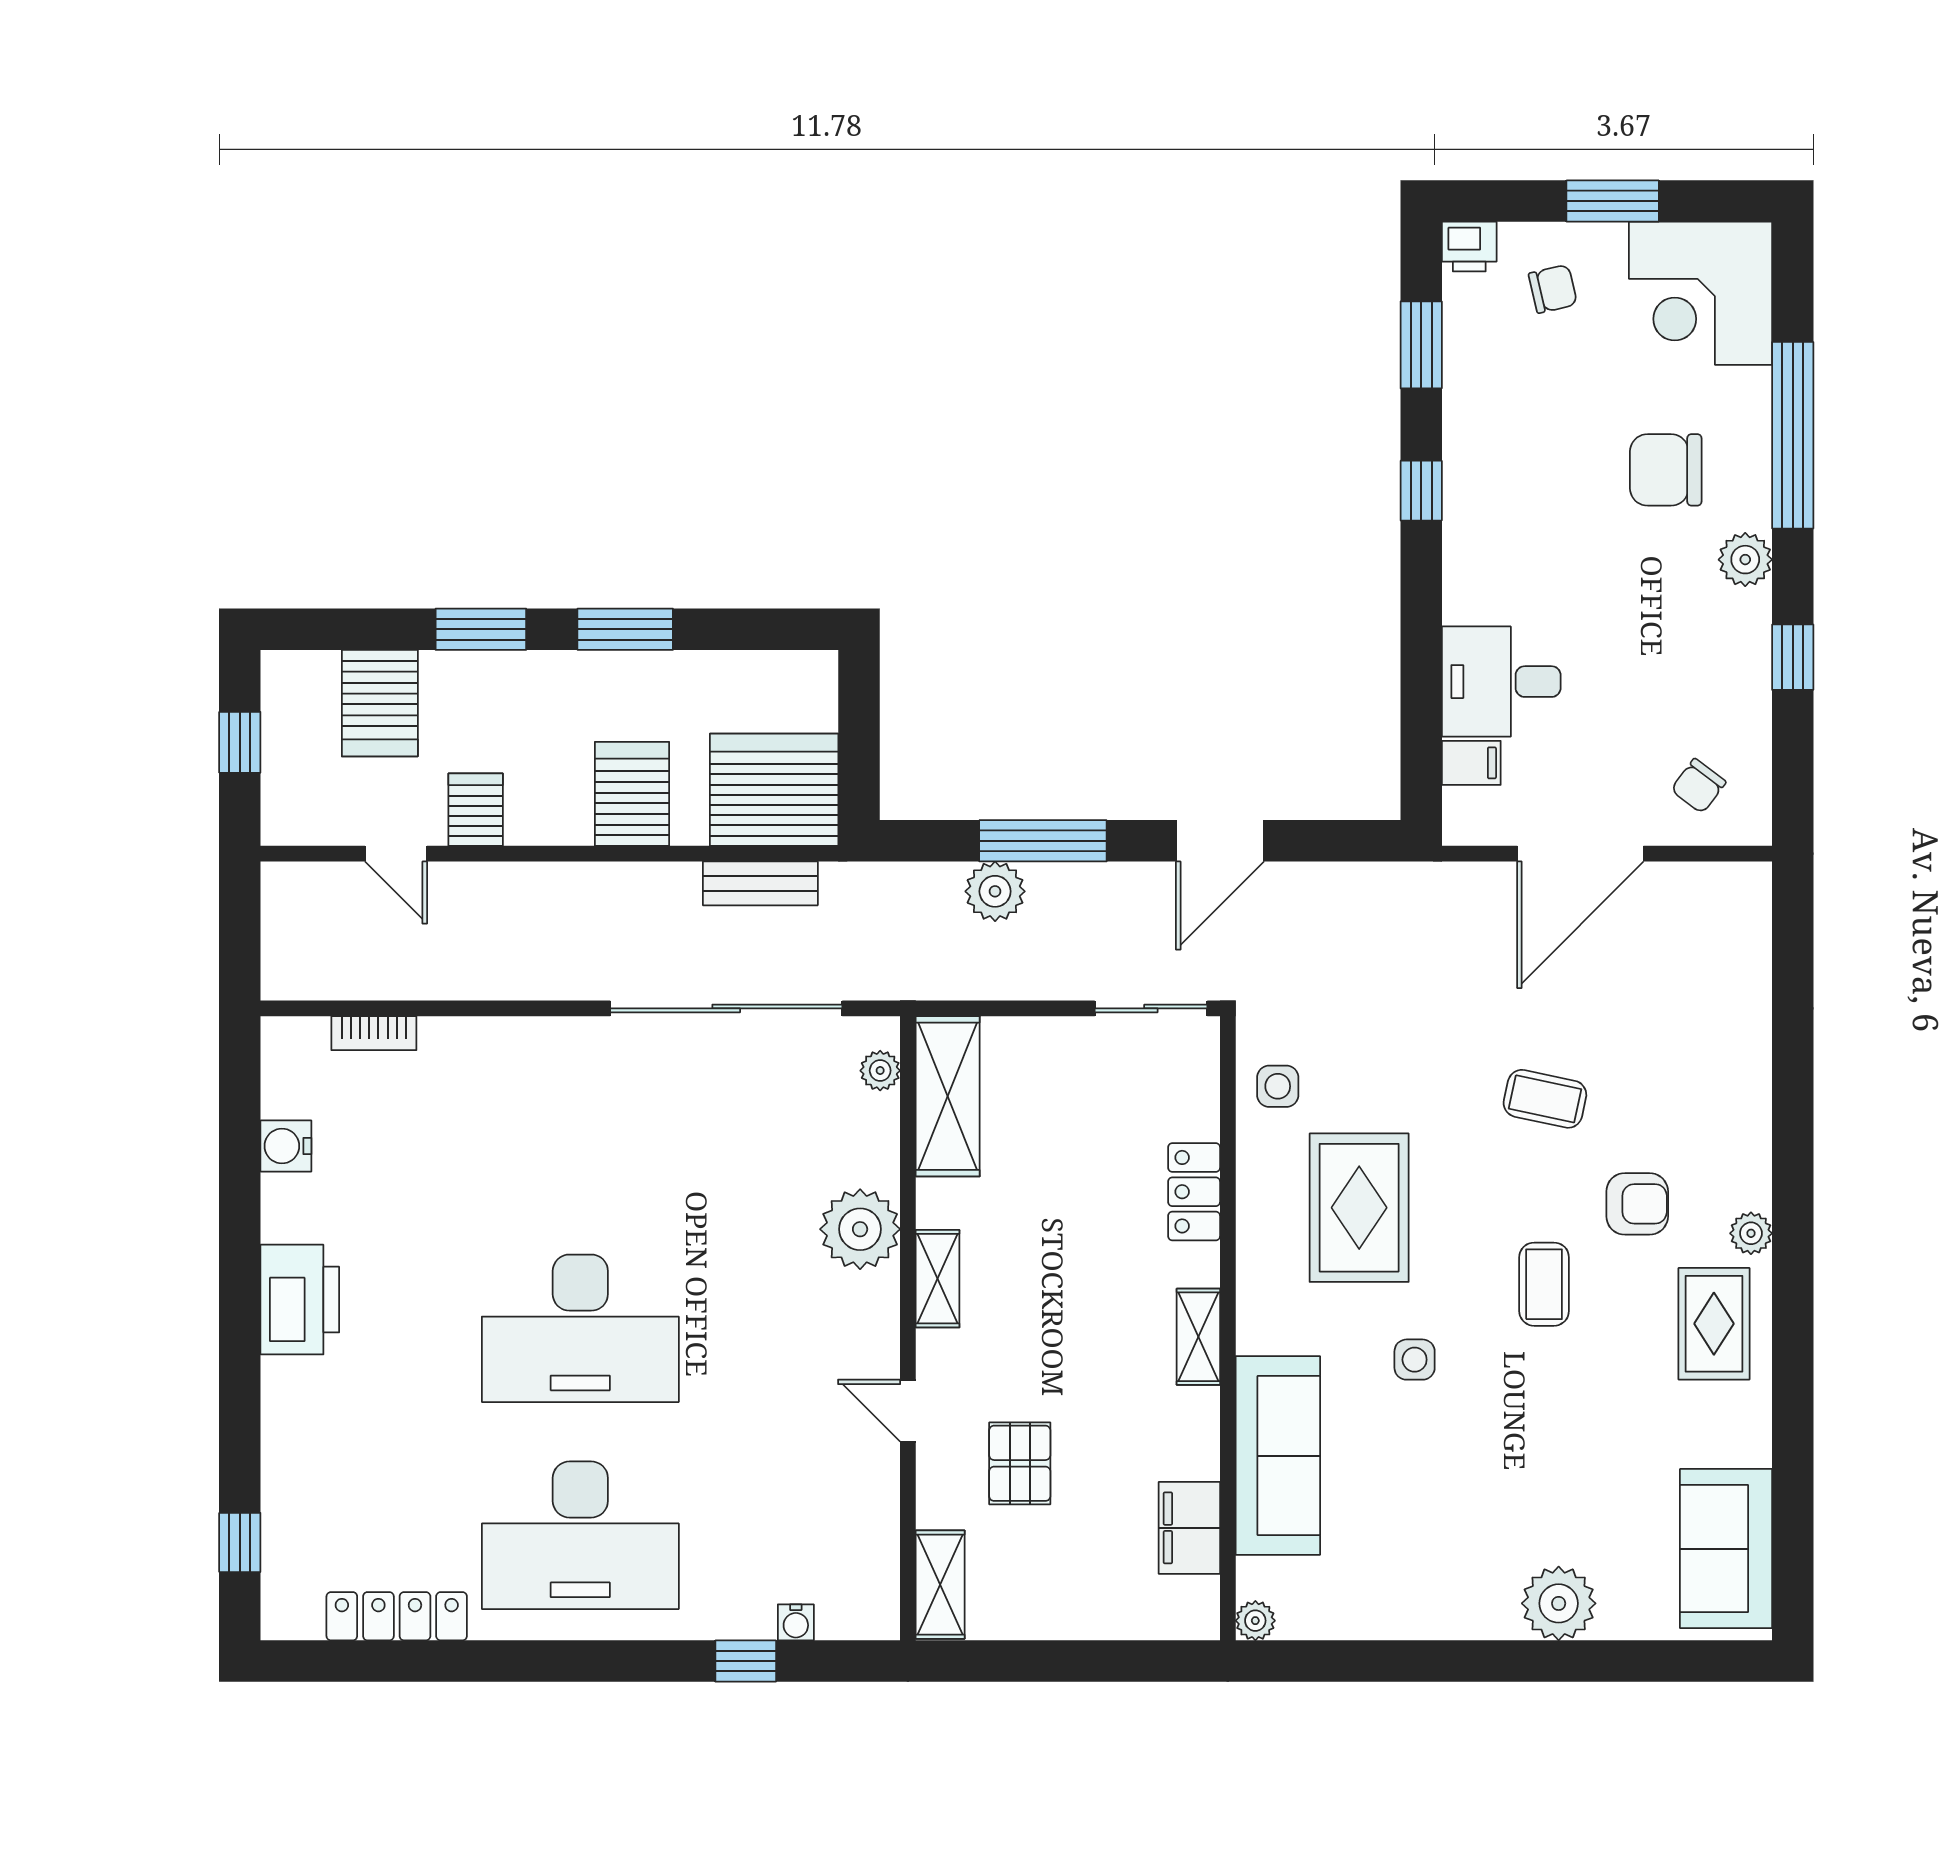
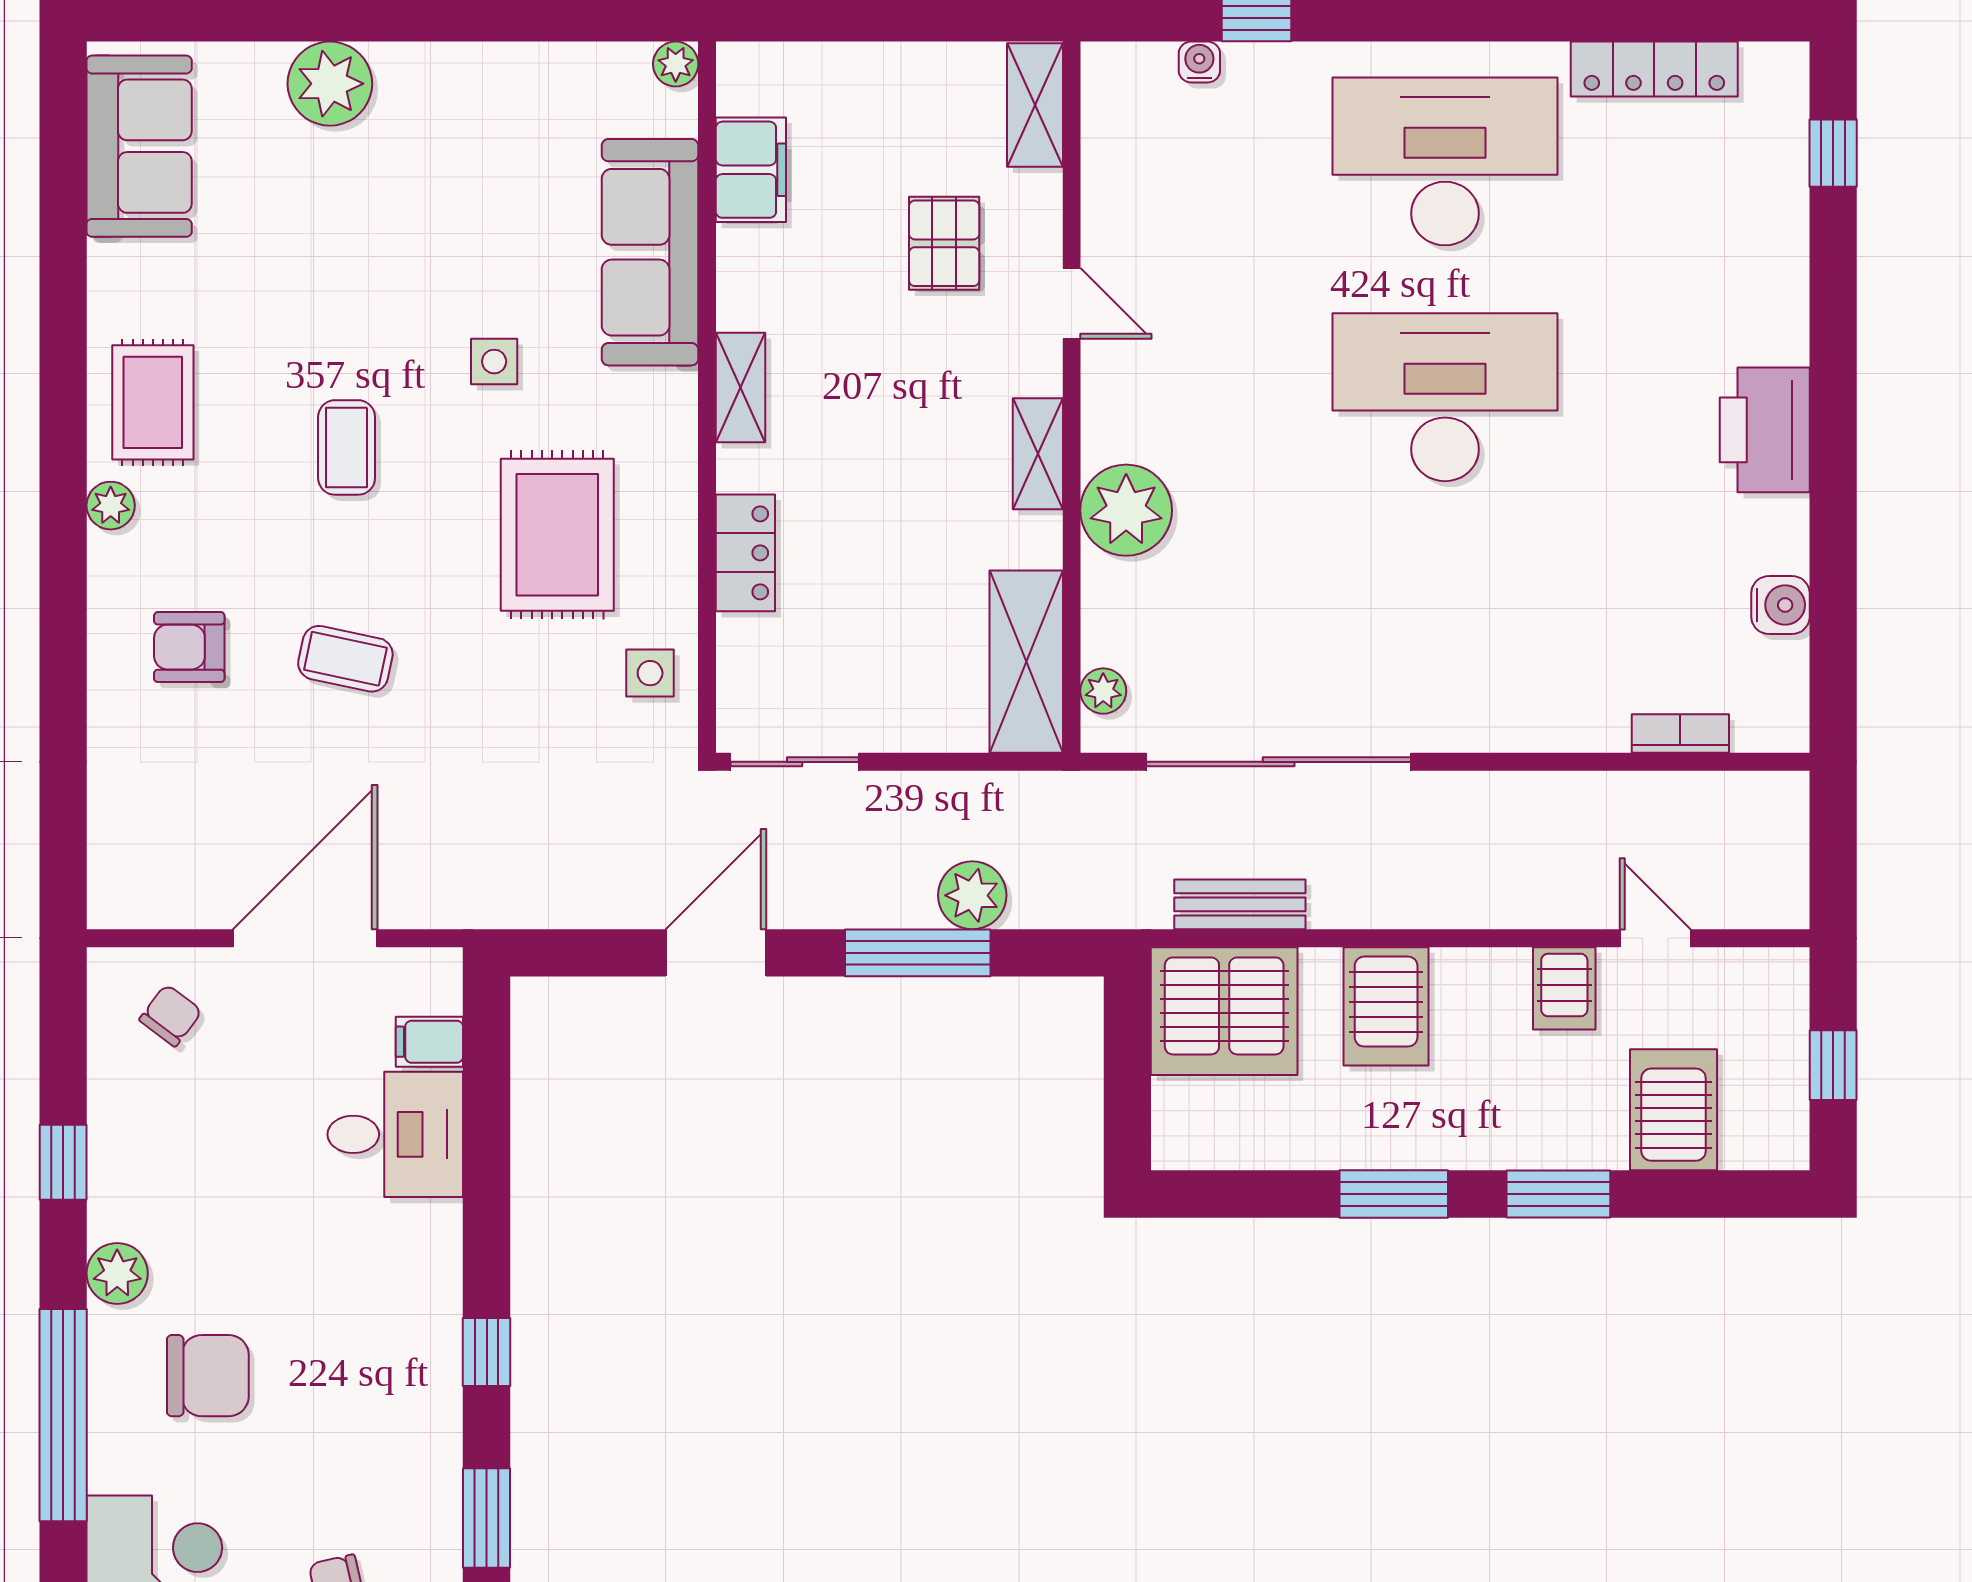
armchair: (1637, 1204) -> (189, 647), moved

